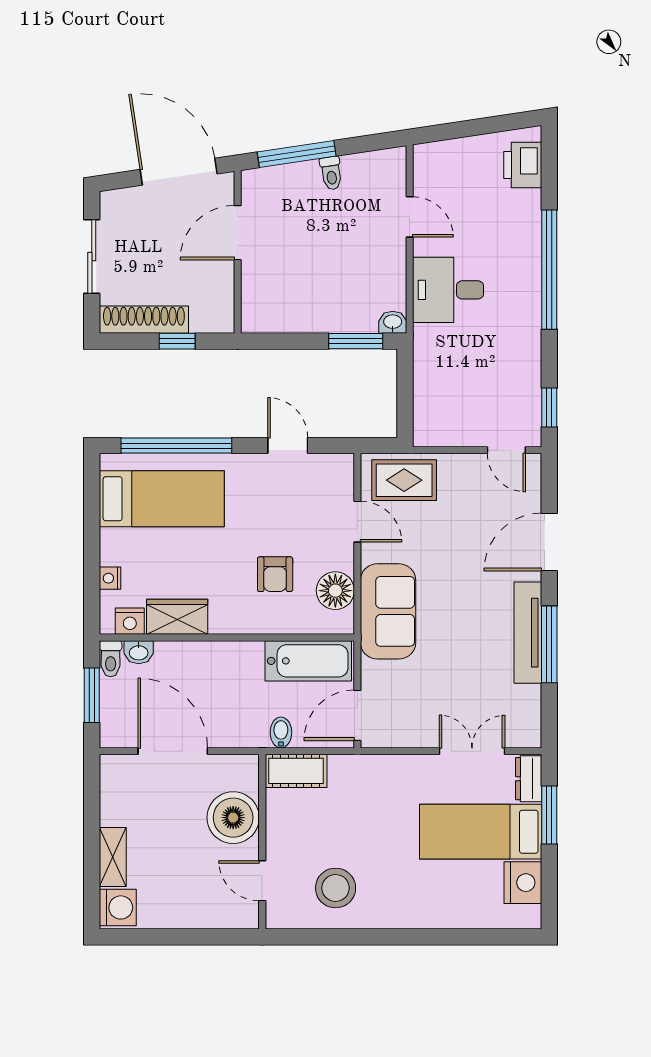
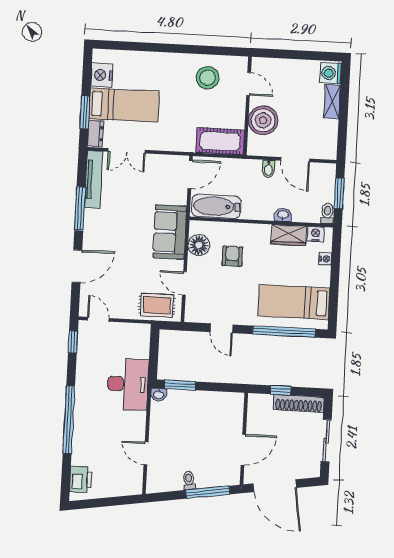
desk: (448, 290) -> (128, 384), moved, width x1.37
tv unit: (528, 633) -> (94, 179), moved
washbasin: (139, 652) -> (283, 215), moved
bidet: (281, 732) -> (268, 169), moved
door: (173, 751) -> (295, 160), width x0.73
cot: (296, 771) -> (220, 141), width x1.37, depth x1.34

